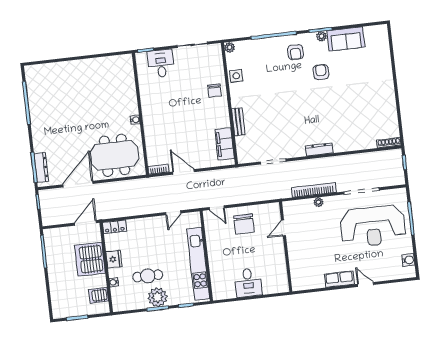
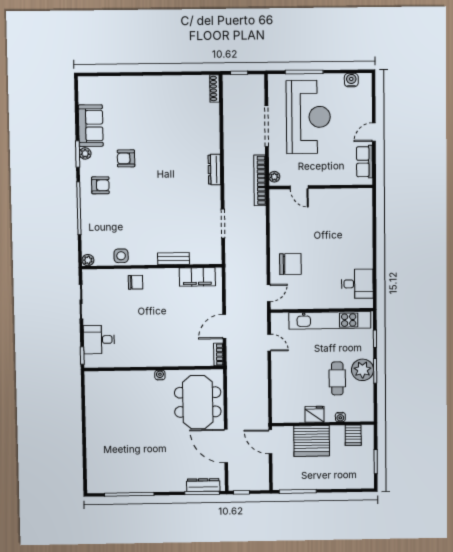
locker: (115, 227) -> (278, 410), removed
door: (283, 228) -> (299, 187), moved
wall: (286, 247) -> (321, 187), moved
desk: (248, 283) -> (357, 284), moved

